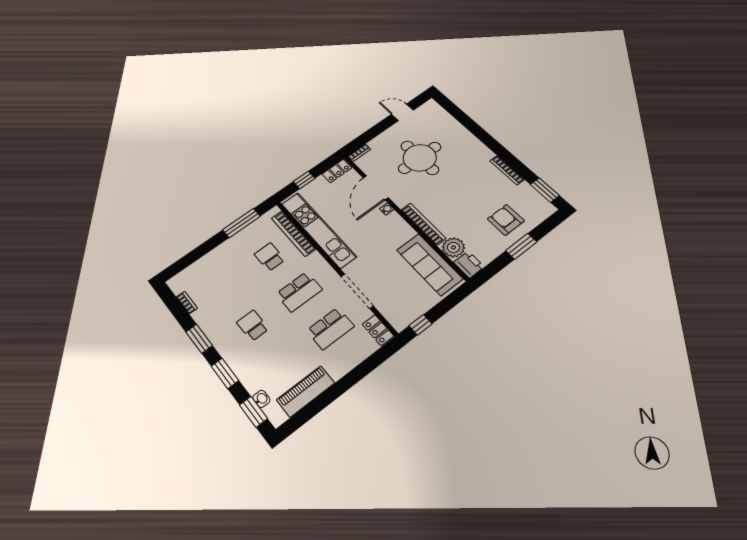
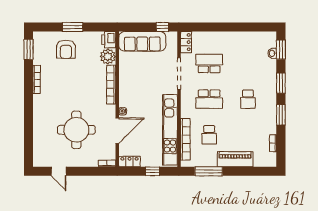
sofa: (429, 264) -> (142, 41), moved, turned 90
school desk: (299, 292) -> (209, 99), turned 180
piano: (306, 391) -> (235, 159), moved, turned 180

